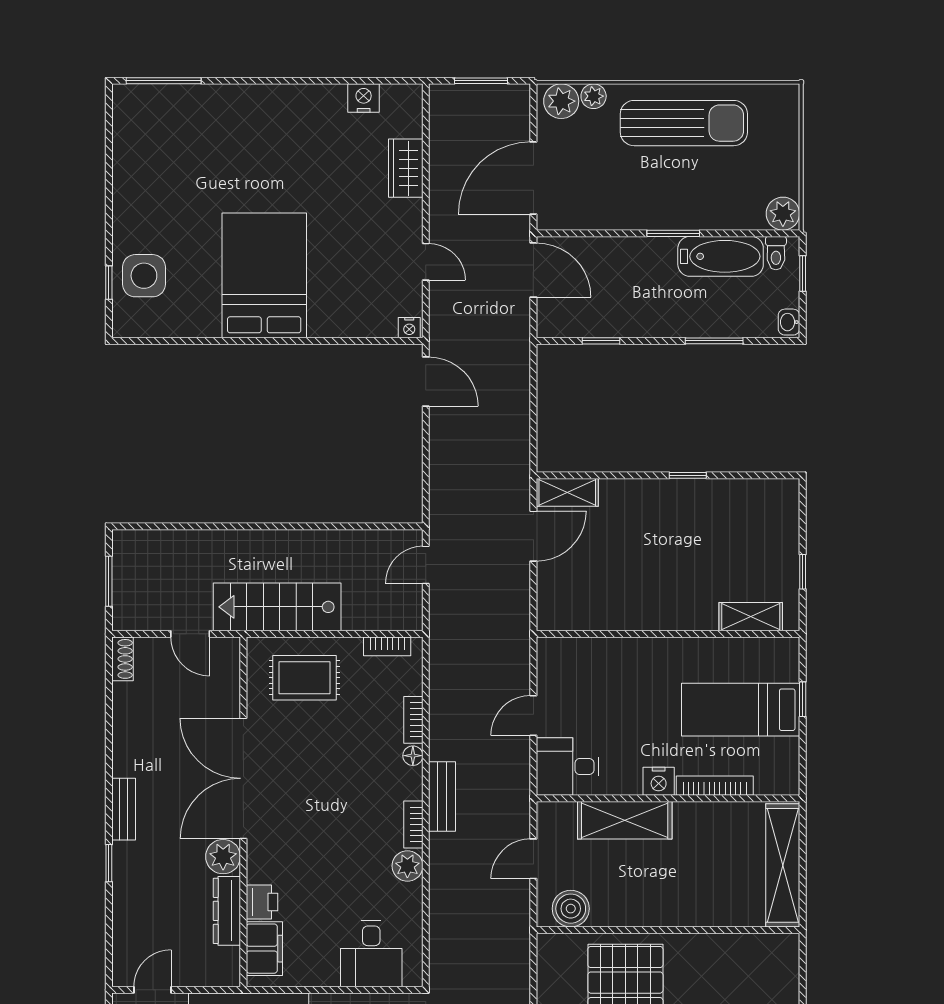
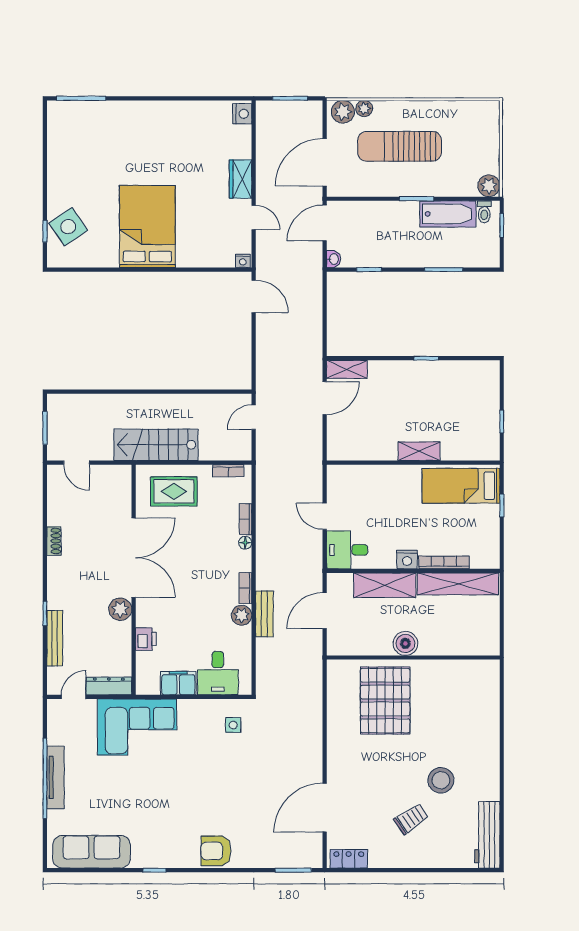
nightstand: (364, 98) -> (242, 114), moved, turned 90
sun lounger: (684, 123) -> (399, 146), moved, turned 180
wardrobe: (406, 168) -> (241, 179), moved
door: (533, 270) -> (325, 223), swing flipped
side table: (144, 276) -> (68, 227), turned -34
washbasin: (789, 322) -> (333, 259), moved, turned 180
shelving: (751, 617) -> (419, 451), moved
door: (190, 634) -> (77, 463), moved
shoe rack: (122, 659) -> (54, 541), moved
bed: (741, 710) -> (461, 486), moved
door: (533, 715) -> (325, 516), hinge flipped
double door: (243, 778) -> (134, 558), swing flipped
bench: (442, 796) -> (264, 614), moved
bench: (124, 809) -> (55, 638), moved, width x1.36
door: (533, 859) -> (325, 611), width x1.38
shelving: (783, 865) -> (458, 584), moved, turned 90
boiler: (571, 909) -> (405, 643), moved
dresser: (227, 911) -> (109, 686), moved, turned 90
filing cabinet: (264, 949) -> (178, 683), moved, turned -90

